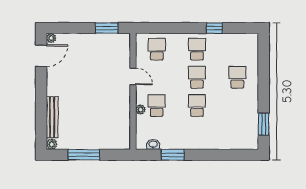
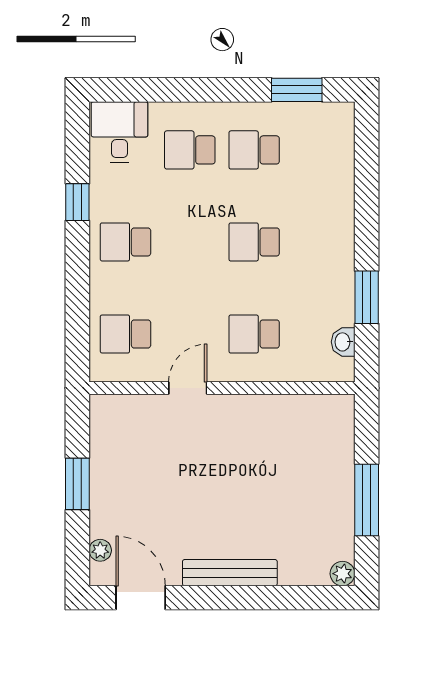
window: (107, 28) -> (77, 484), moved
plant: (51, 38) -> (100, 550), moved
desk: (245, 46) -> (120, 132), added
school desk: (197, 77) -> (254, 150), moved
plant: (140, 110) -> (263, 371), removed
bench: (52, 117) -> (230, 573), moved

